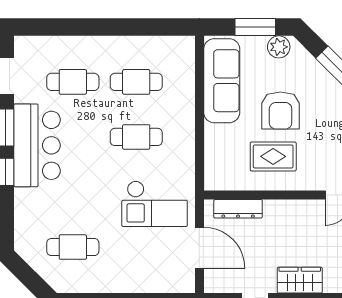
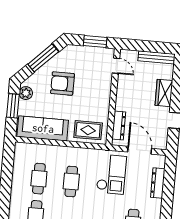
armchair: (281, 111) -> (62, 84), moved, turned 180
rug: (273, 156) -> (88, 130), moved, turned 90
door: (199, 248) -> (140, 150), hinge flipped
dresser: (147, 283) -> (158, 183), added

